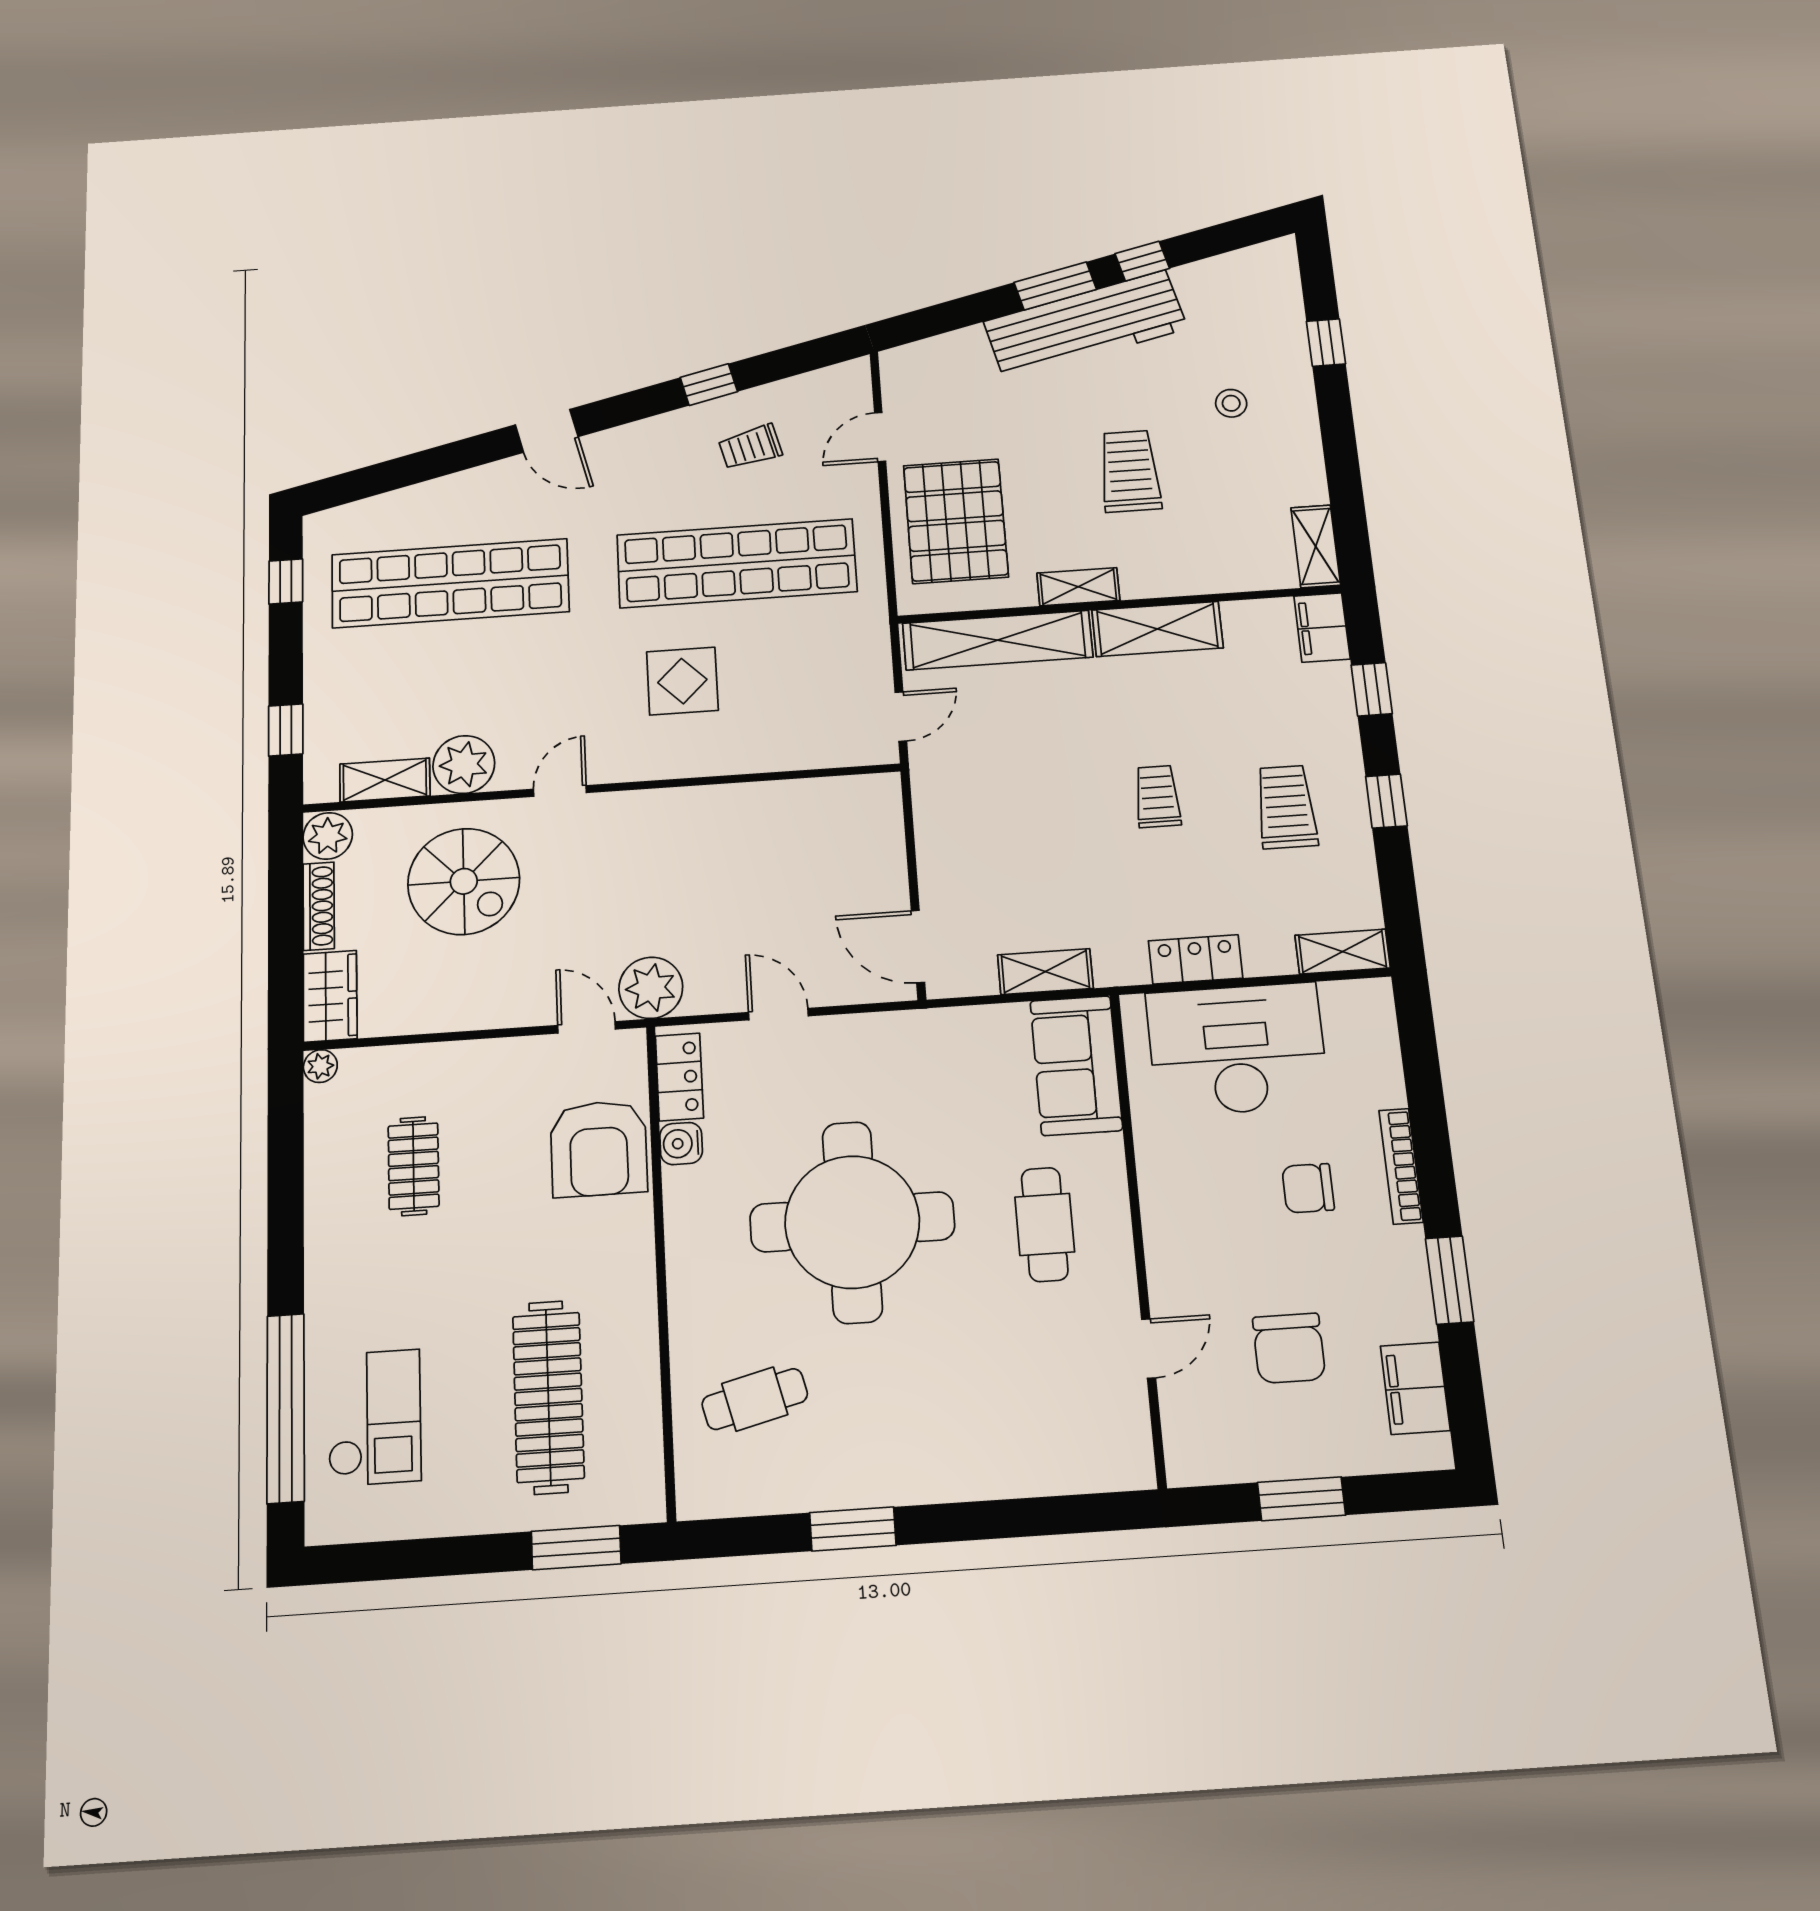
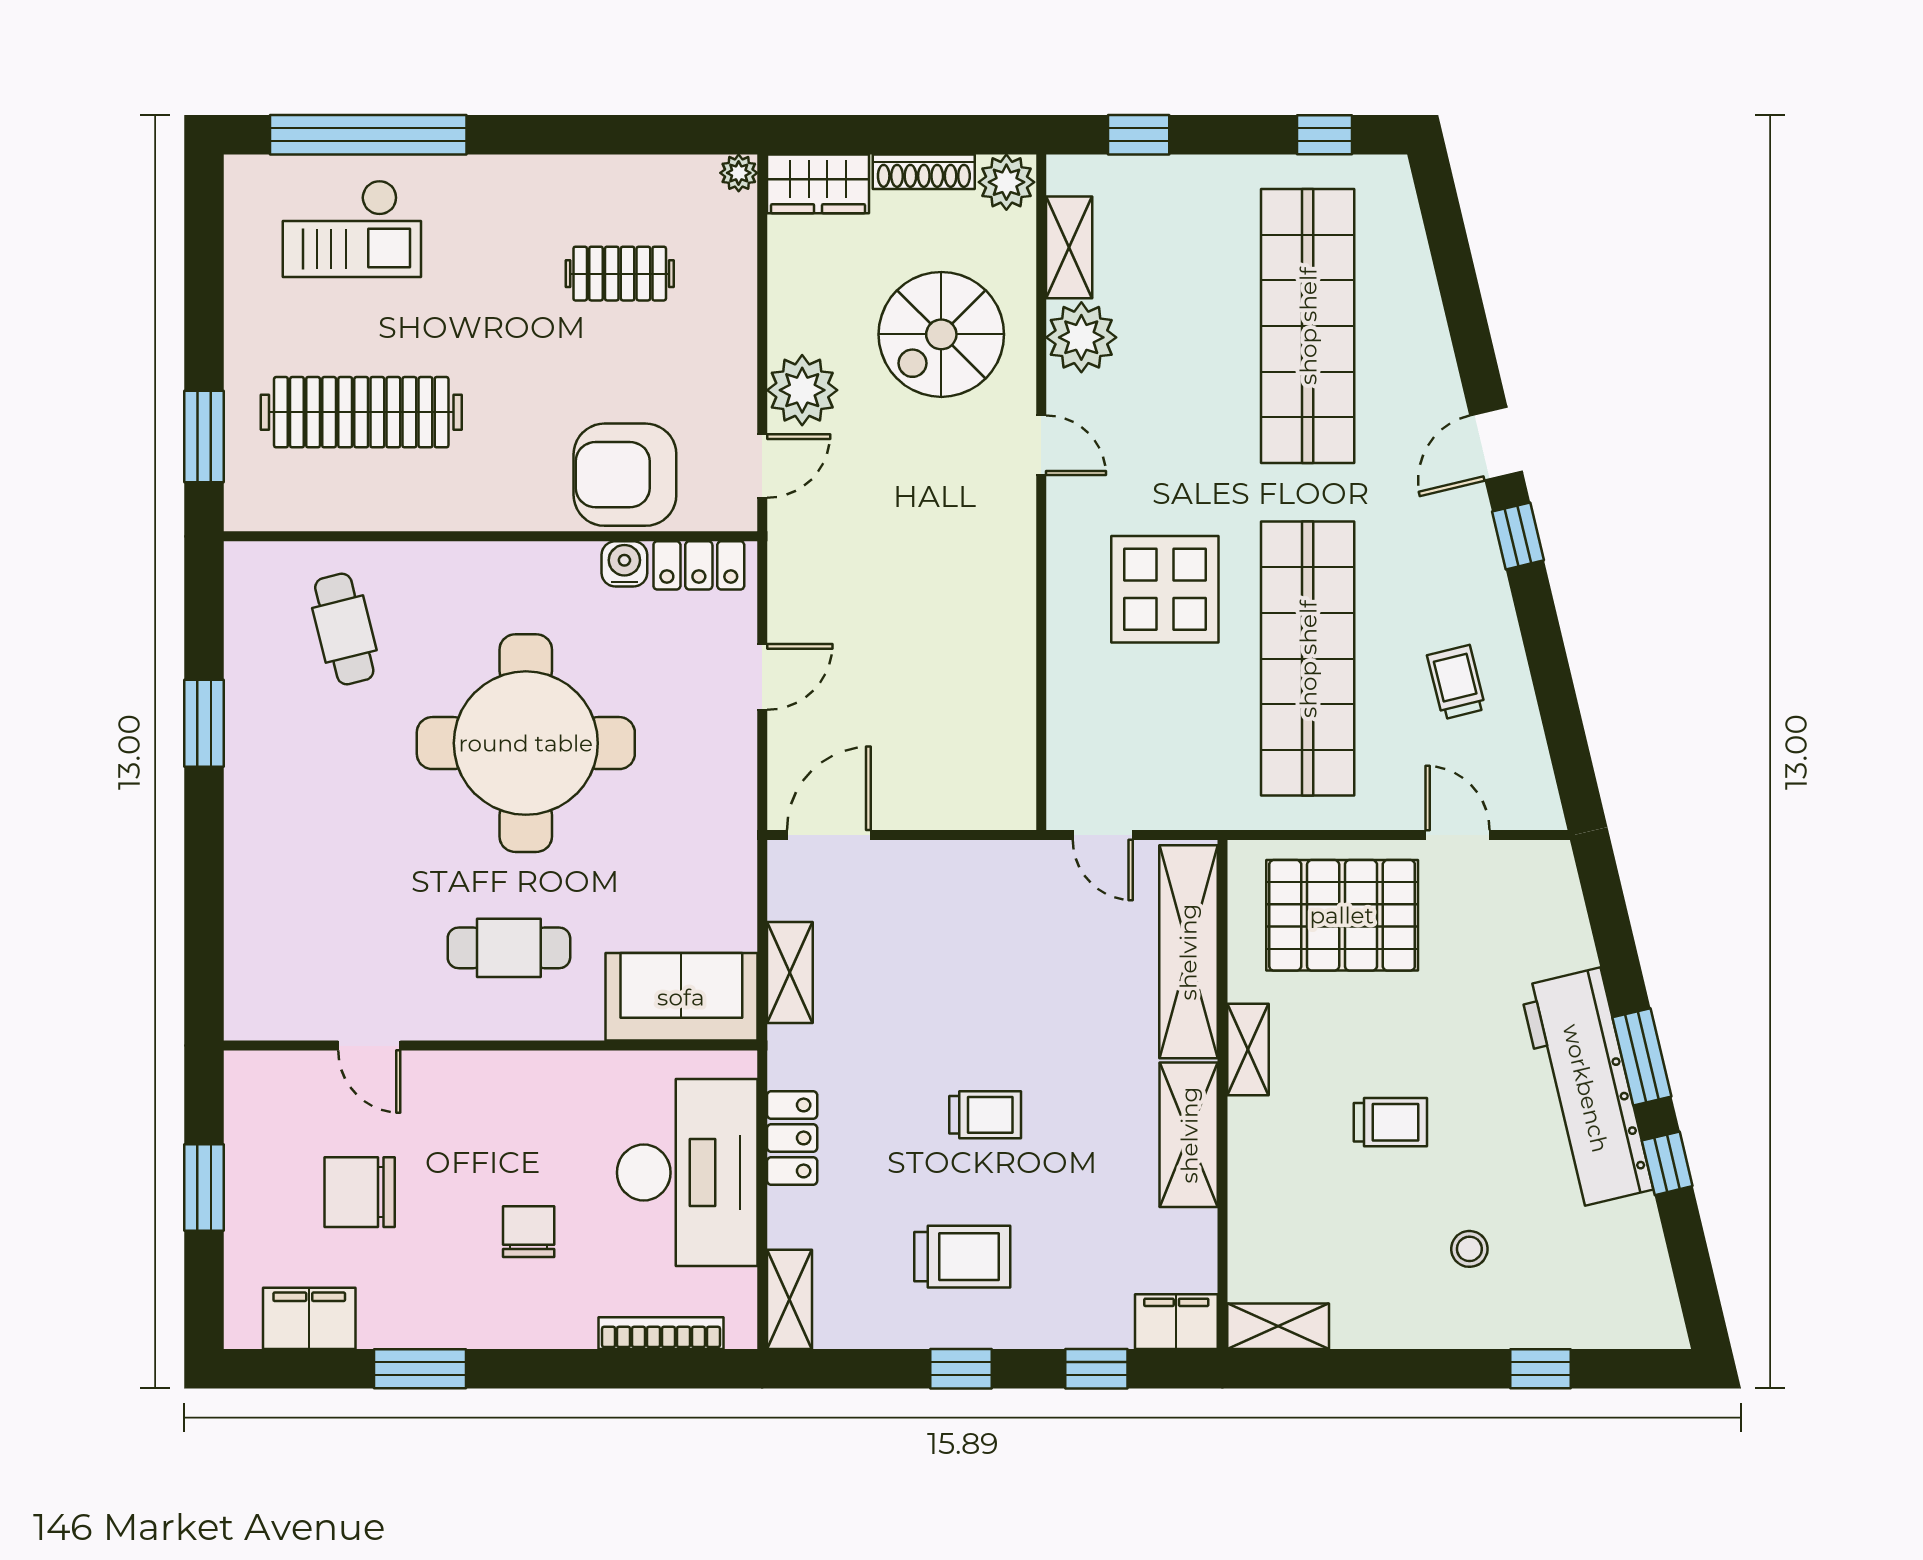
window: (709, 385) -> (1518, 536), moved
trolley: (1130, 471) -> (1390, 1122), width x0.73, depth x0.72
display table: (682, 681) -> (1165, 589), width x1.36, depth x1.36
plant: (651, 988) -> (802, 390), moved
bookcase: (1401, 1166) -> (661, 1333), moved

